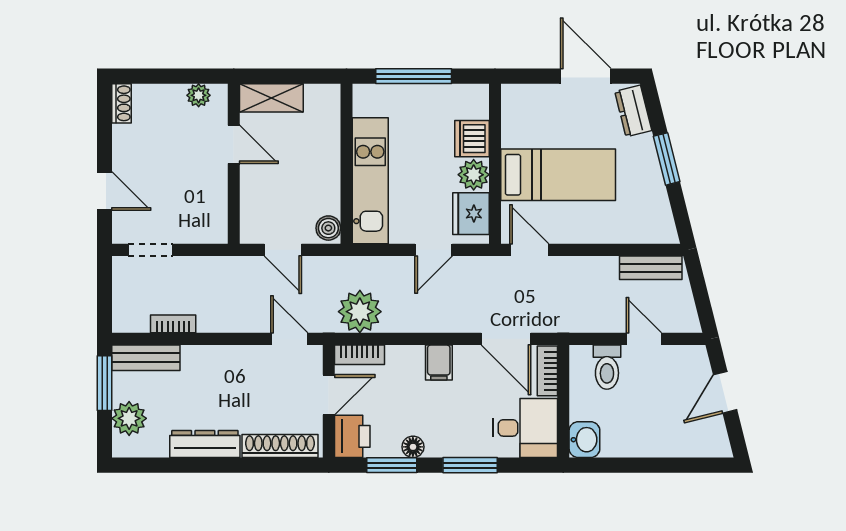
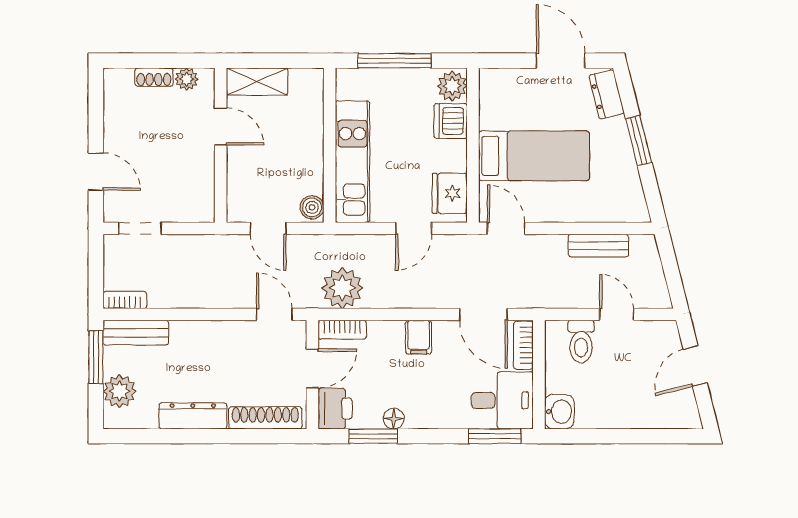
shoe rack: (122, 103) -> (154, 77), moved, turned 90
plant: (474, 175) -> (452, 86), moved
bench: (651, 268) -> (598, 246), moved
bookcase: (173, 324) -> (125, 300), moved
window: (470, 465) -> (495, 436), moved

